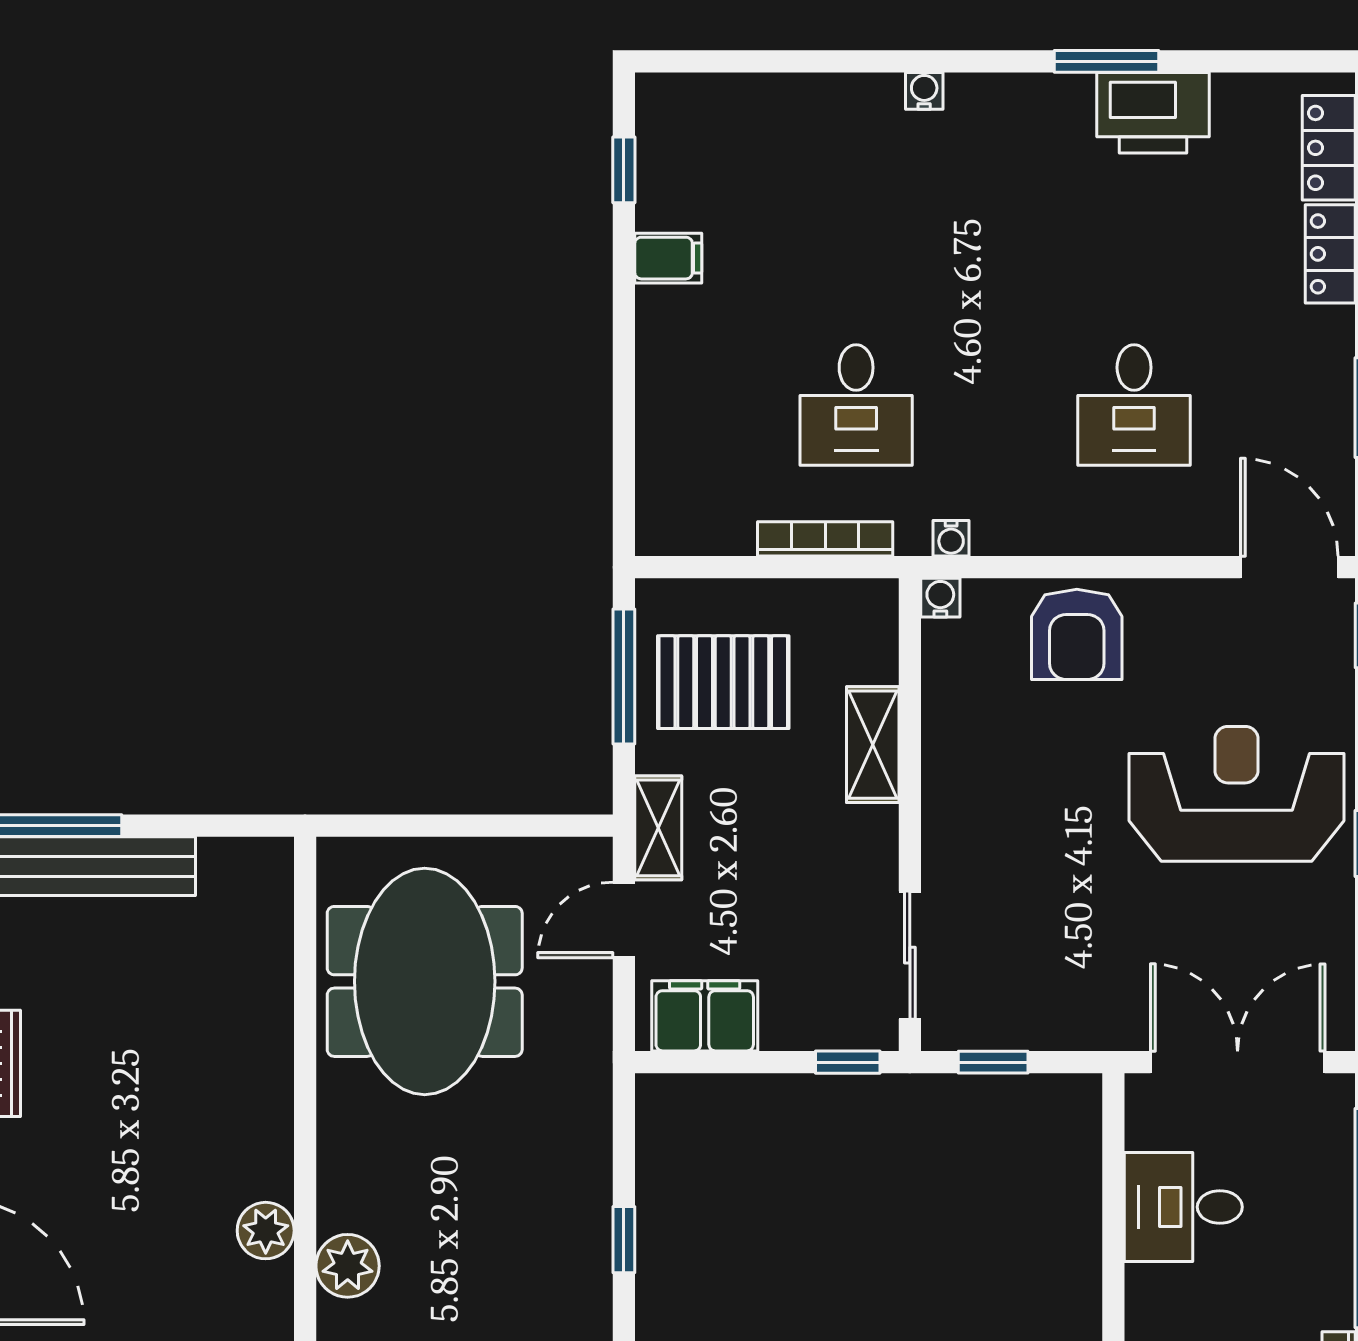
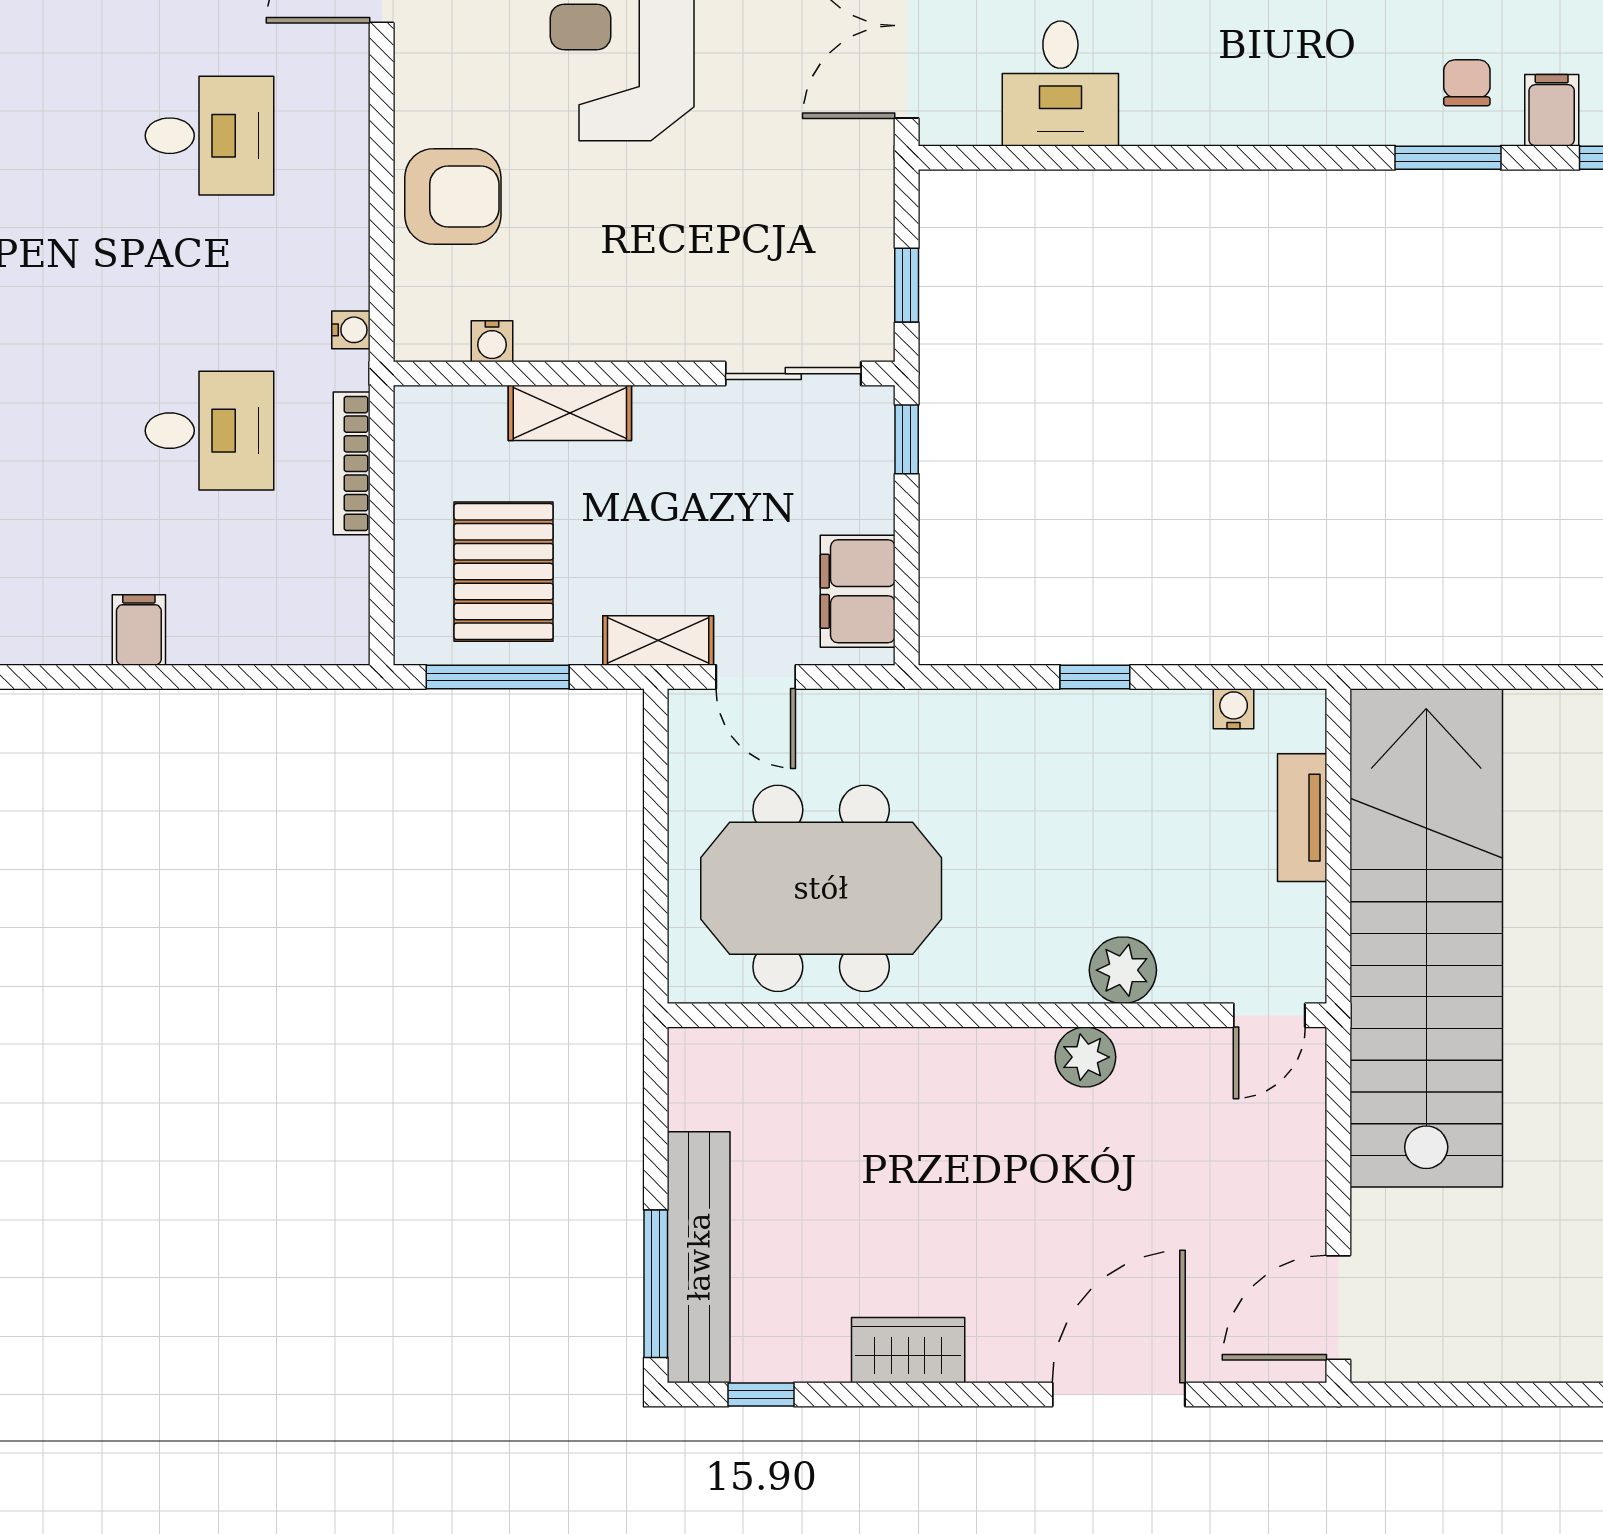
filing cabinet: (668, 258) -> (139, 630), moved
water cooler: (940, 598) -> (492, 341), moved, turned -90

